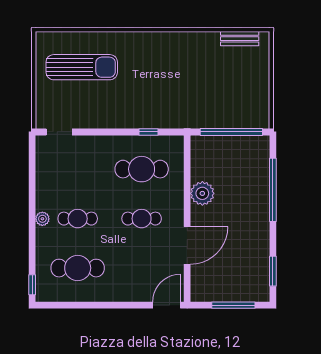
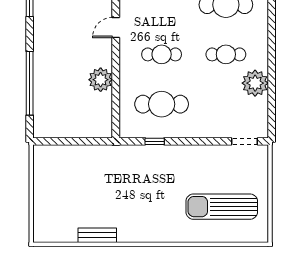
bench: (240, 39) -> (97, 235), moved
window: (231, 132) -> (71, 141), removed
plant: (42, 219) -> (255, 83), moved, width x1.88, depth x1.88
door: (187, 245) -> (116, 27), width x0.53

